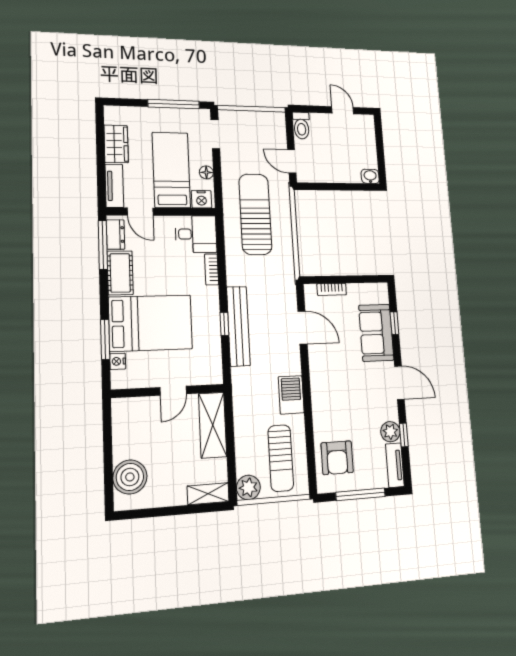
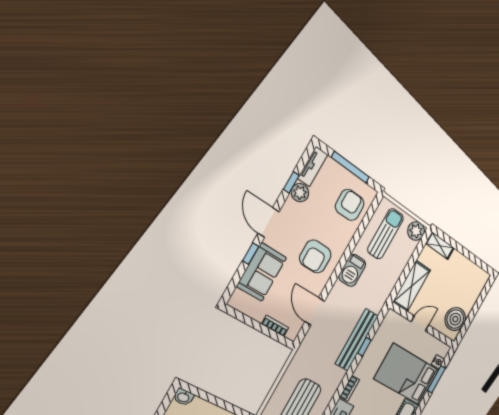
window: (394, 323) -> (251, 254), moved
armchair: (337, 382) -> (315, 256), added
boiler: (130, 477) -> (455, 319), moved

